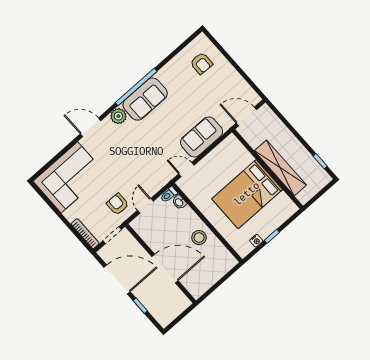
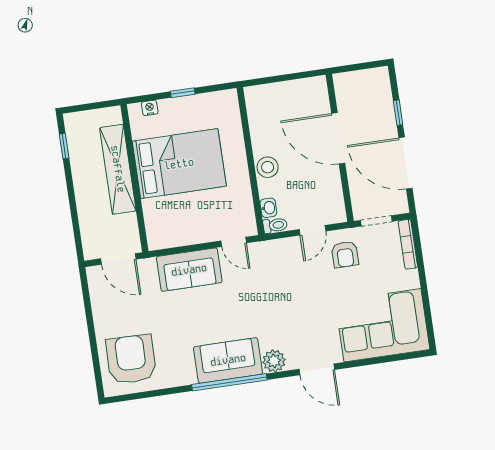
armchair: (201, 63) -> (131, 359), width x1.88, depth x1.88
stool: (199, 238) -> (268, 167), moved
nightstand: (256, 241) -> (150, 108), moved

